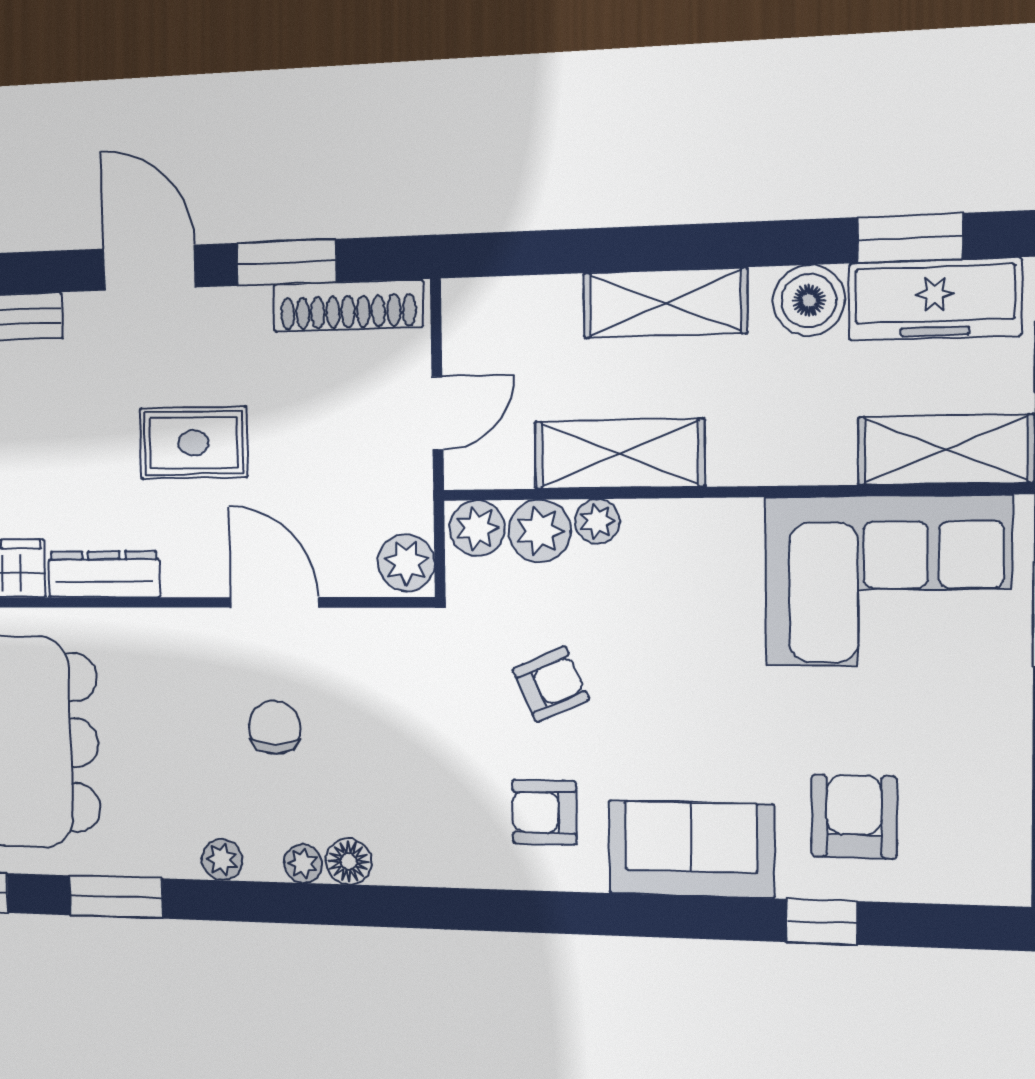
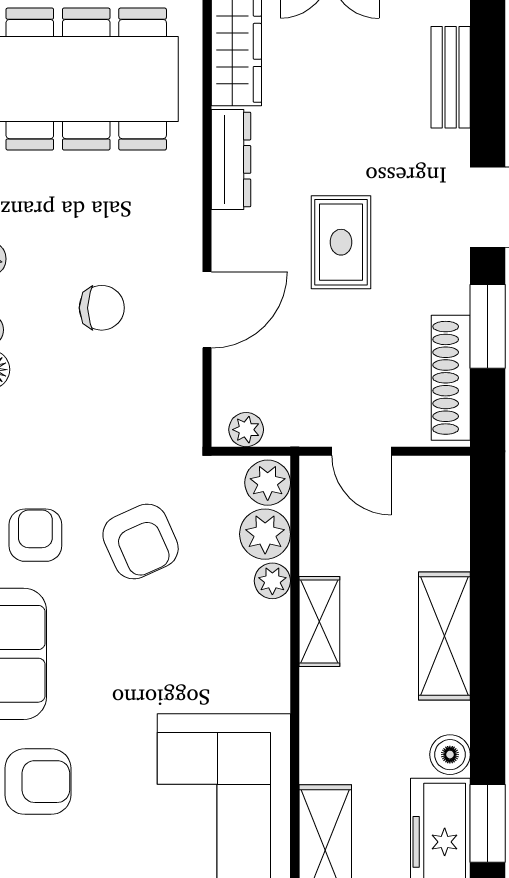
boiler: (809, 300) -> (450, 755), width x0.73, depth x0.73
shelving: (619, 454) -> (319, 621), width x0.67, depth x0.75
plant: (406, 563) -> (246, 430), width x0.73, depth x0.73
armchair: (551, 684) -> (141, 542), width x1.38, depth x1.38

